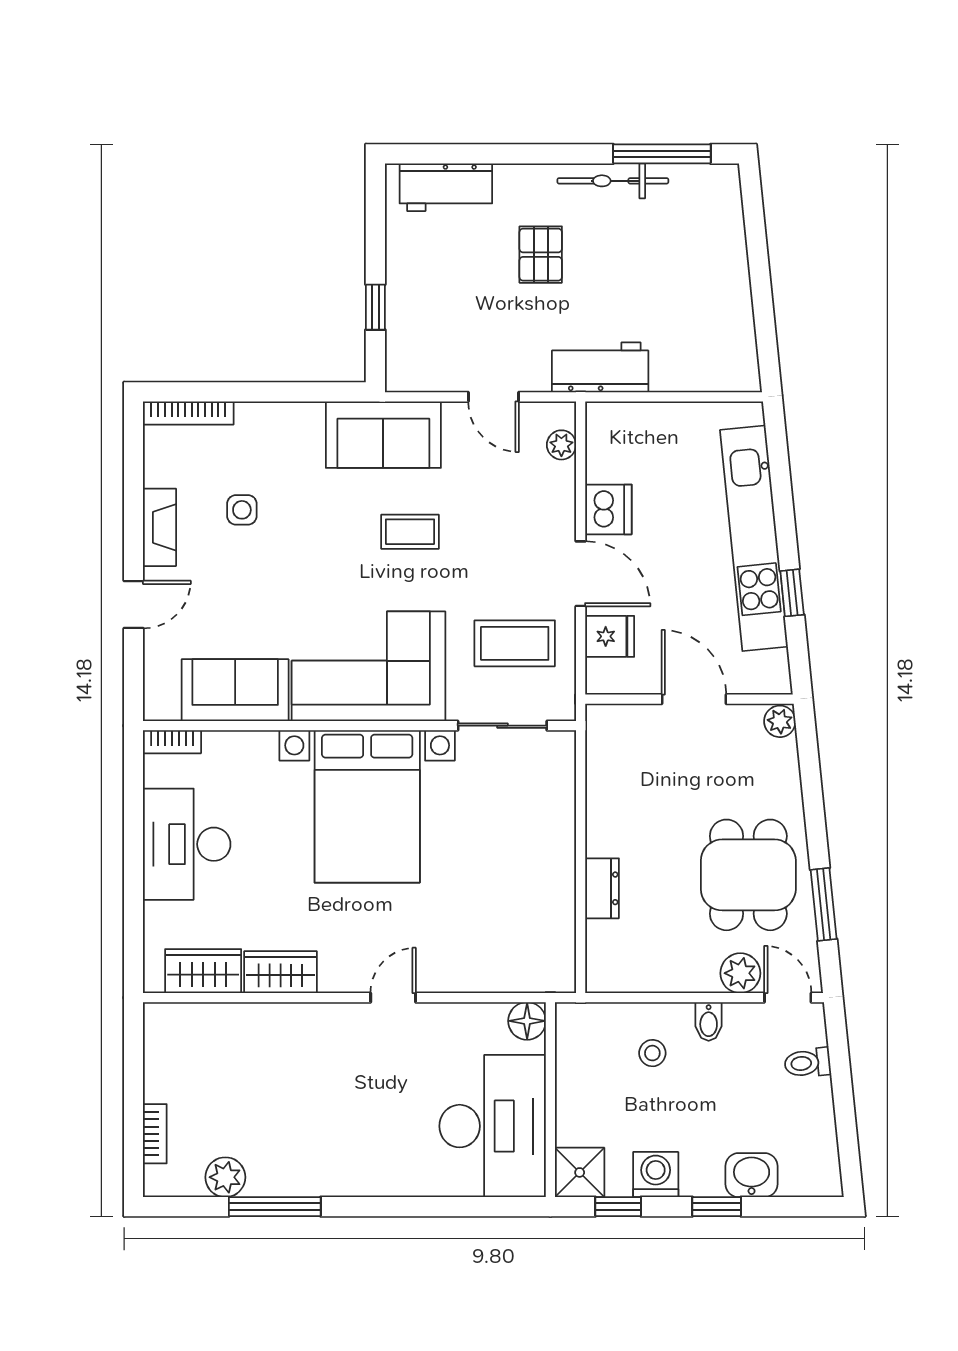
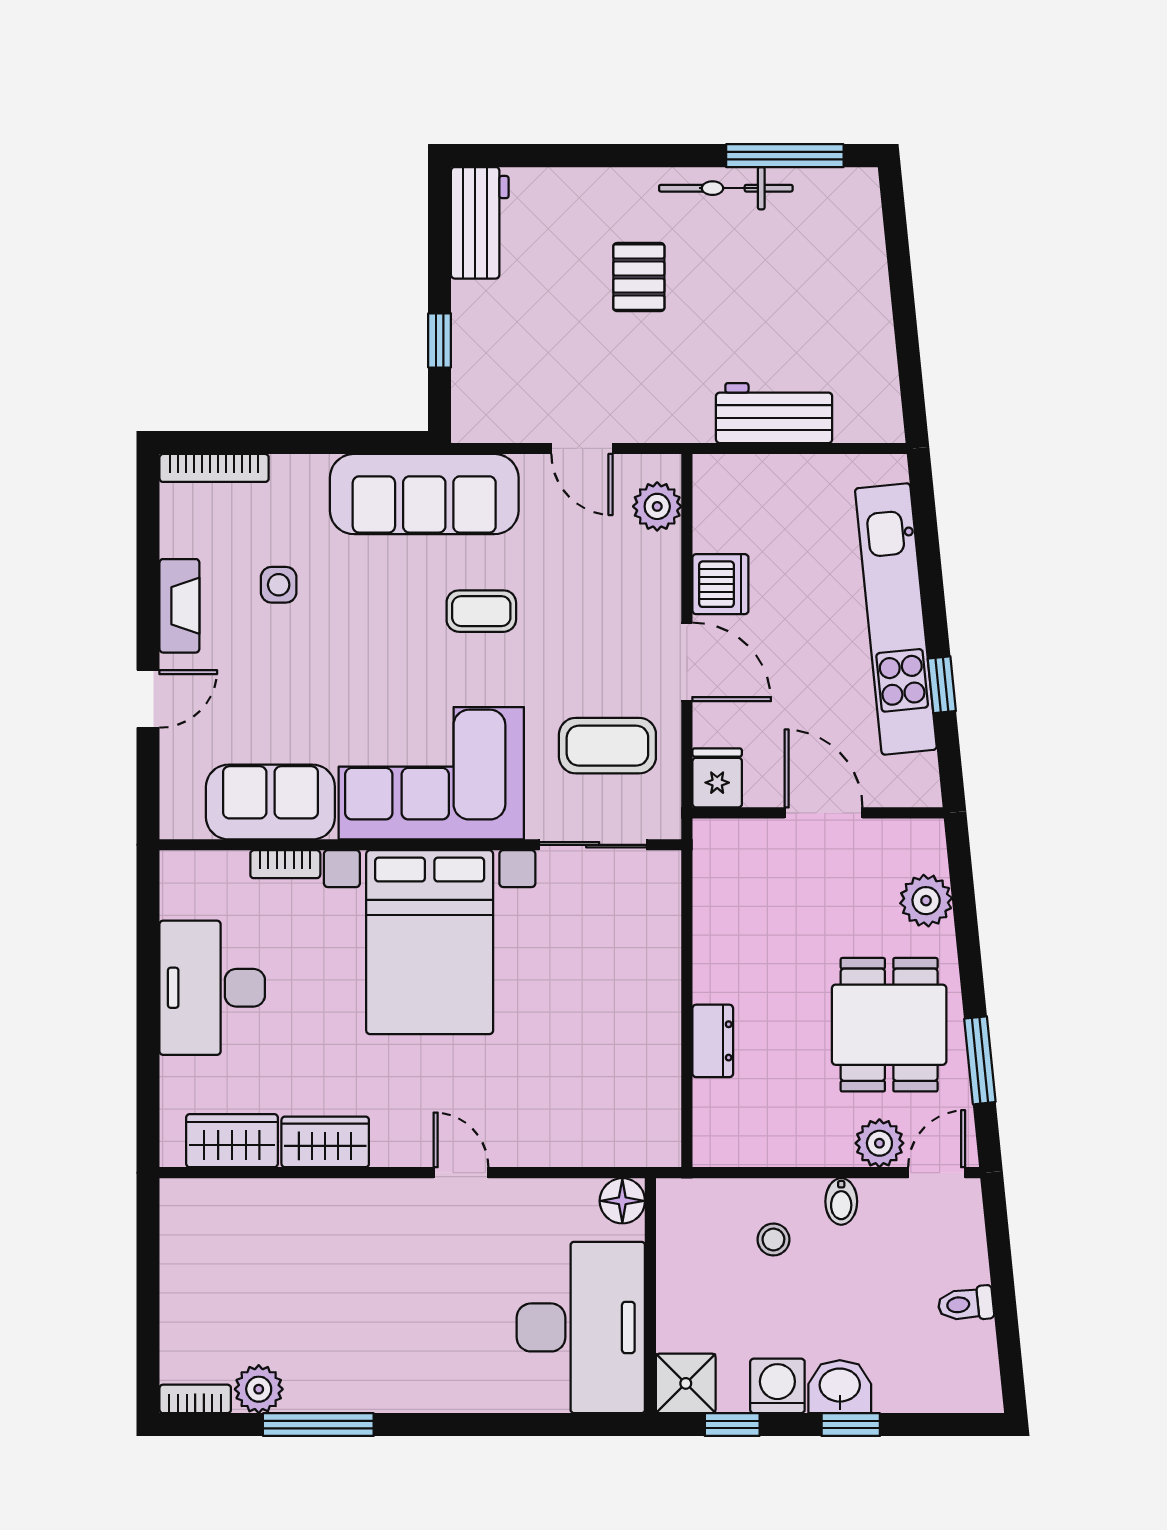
workbench: (446, 187) -> (480, 223), moved, turned -90
workbench: (600, 367) -> (774, 413), moved
sofa: (383, 435) -> (424, 494), width x1.36
plant: (561, 445) -> (657, 506), width x1.38, depth x1.38
fridge: (610, 636) -> (717, 778), moved, turned -90
plant: (780, 721) -> (926, 901), moved, width x1.38, depth x1.38
bookcase: (172, 742) -> (285, 864), moved
door: (393, 998) -> (461, 1173), hinge flipped
door: (788, 998) -> (937, 1173), hinge flipped
toilet: (808, 1063) -> (966, 1304), moved
bookcase: (155, 1134) -> (195, 1399), moved, turned -90
washbasin: (752, 1175) -> (840, 1387), moved

